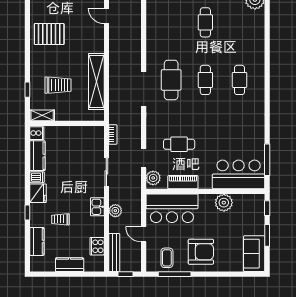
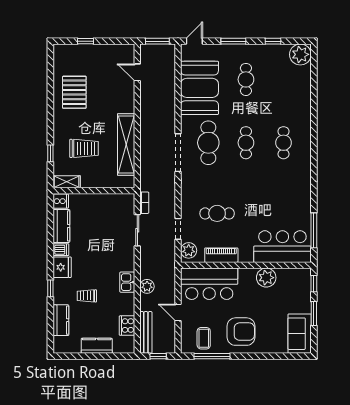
booth: (163, 30) -> (200, 88), added
pallet: (49, 34) -> (74, 92), turned 90
sliding door: (106, 172) -> (137, 230), moved

